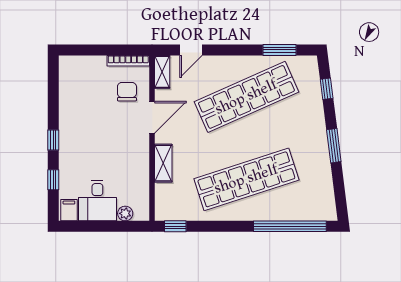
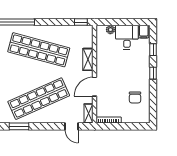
door: (191, 50) -> (72, 126), swing flipped
chair: (127, 92) -> (135, 97), moved
shop shelf: (246, 179) -> (39, 50), turned 33

